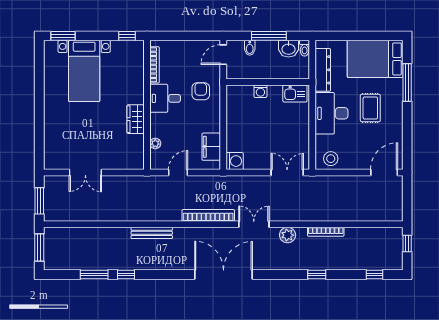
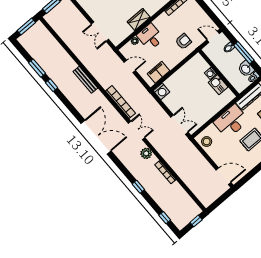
kitchen sink: (295, 93) -> (218, 85), moved
desk: (165, 98) -> (150, 37), moved
double door: (85, 172) -> (100, 32), moved

